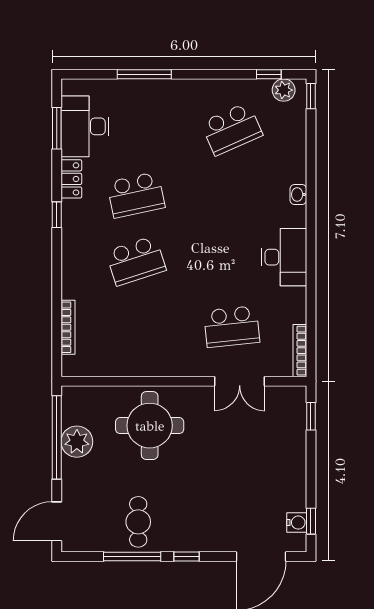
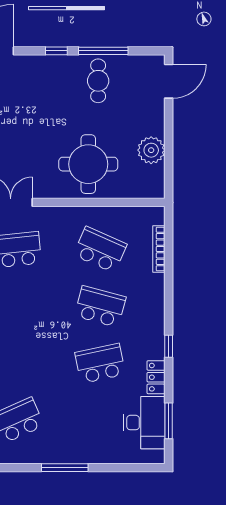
window: (144, 74) -> (65, 468), moved
school desk: (136, 261) -> (100, 307), turned 33
school desk: (136, 327) -> (100, 250), added
window: (57, 437) -> (169, 154), removed

